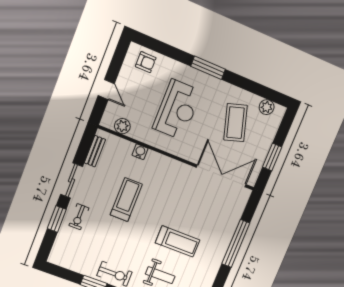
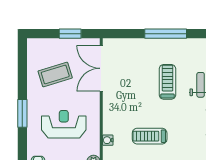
plant: (267, 107) -> (33, 55), removed
window: (236, 243) -> (166, 34), moved

